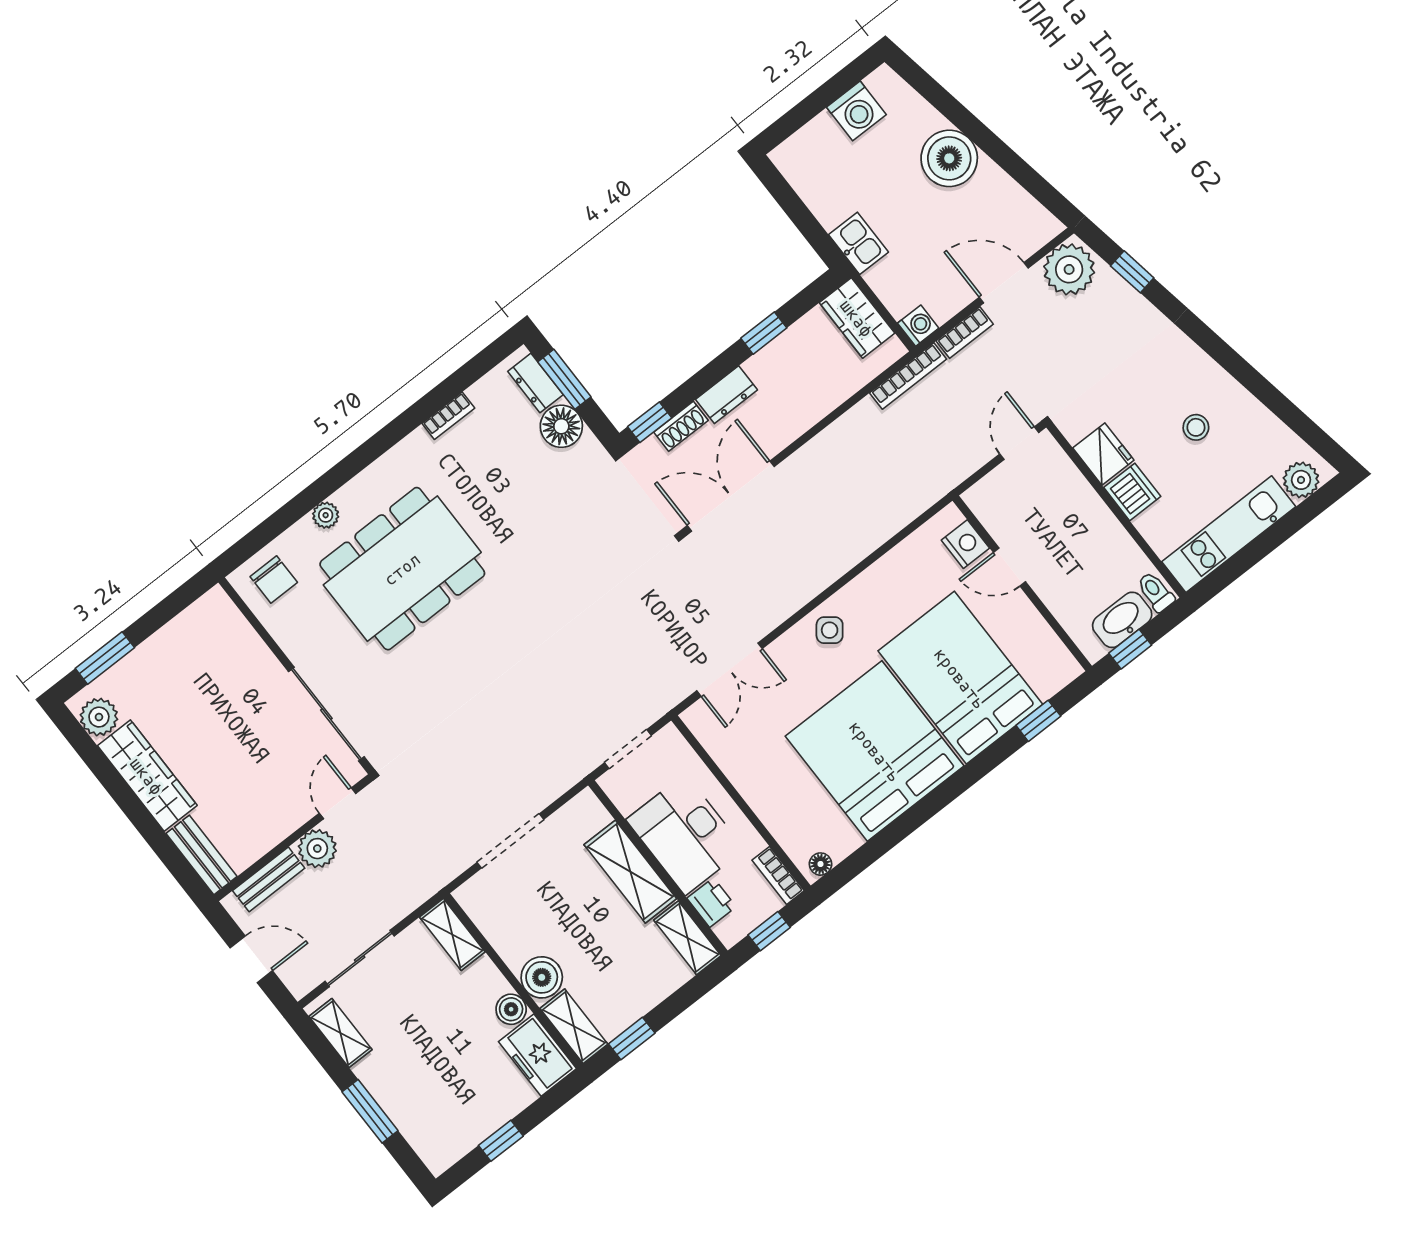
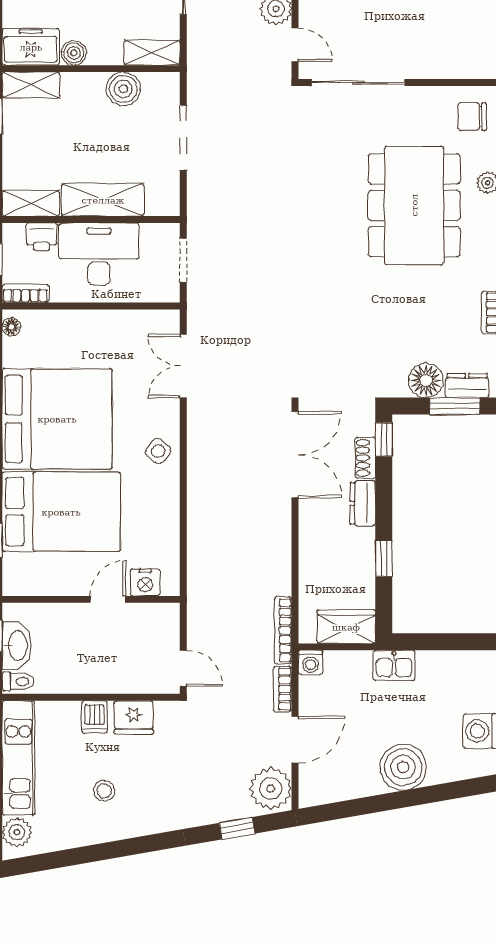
dishwasher: (1132, 492) -> (95, 717), width x0.73
boiler: (542, 977) -> (123, 89), moved

